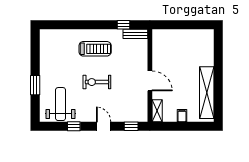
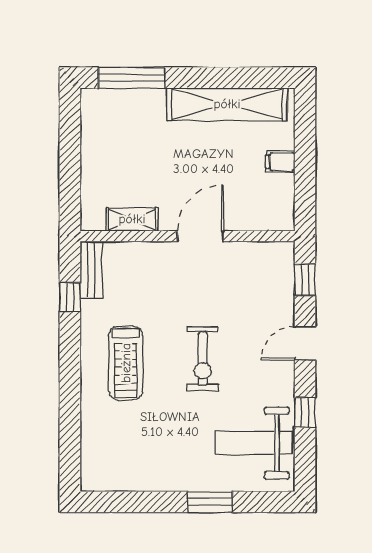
treadmill: (95, 49) -> (126, 363), turned 180
window: (218, 51) -> (132, 78), added
shelving: (157, 111) -> (132, 219), moved

